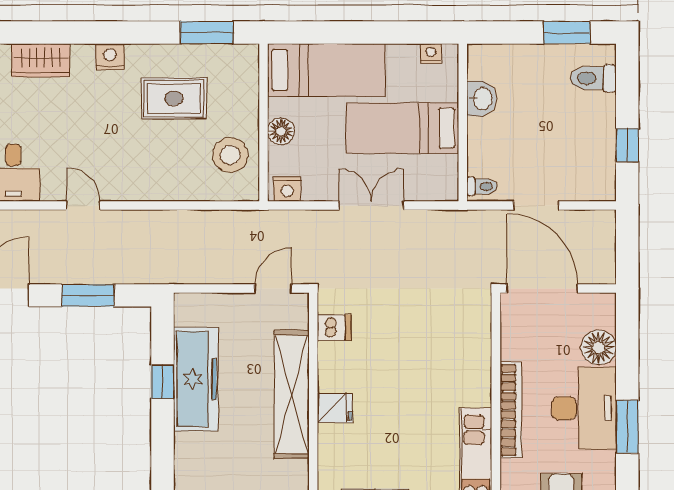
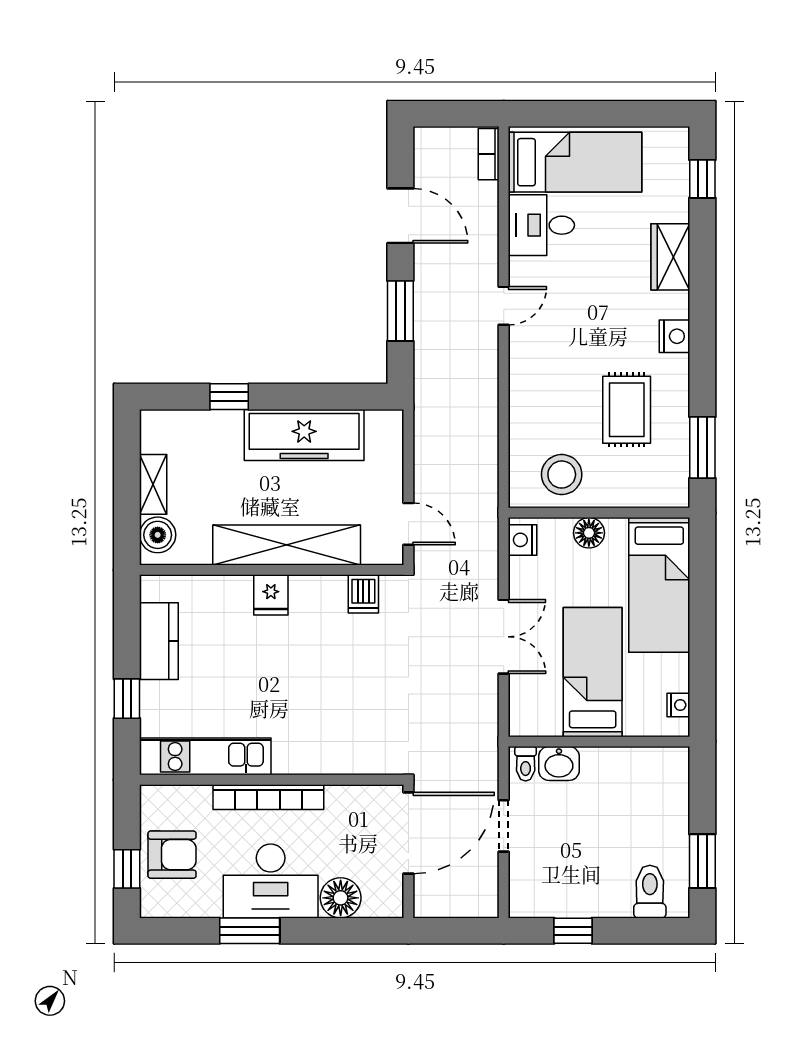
washbasin: (482, 99) -> (559, 763), moved
window: (162, 382) -> (229, 397), moved

